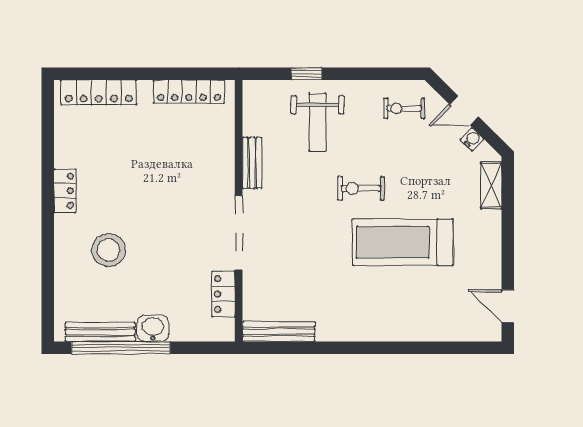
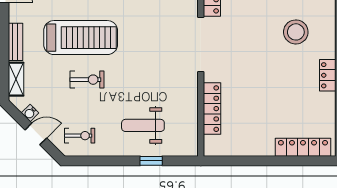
locker: (189, 92) -> (212, 109), moved, turned 90
weight bench: (318, 122) -> (143, 125), turned -90
bench: (252, 163) -> (15, 42), moved
exercise bike: (361, 188) -> (87, 80), moved

